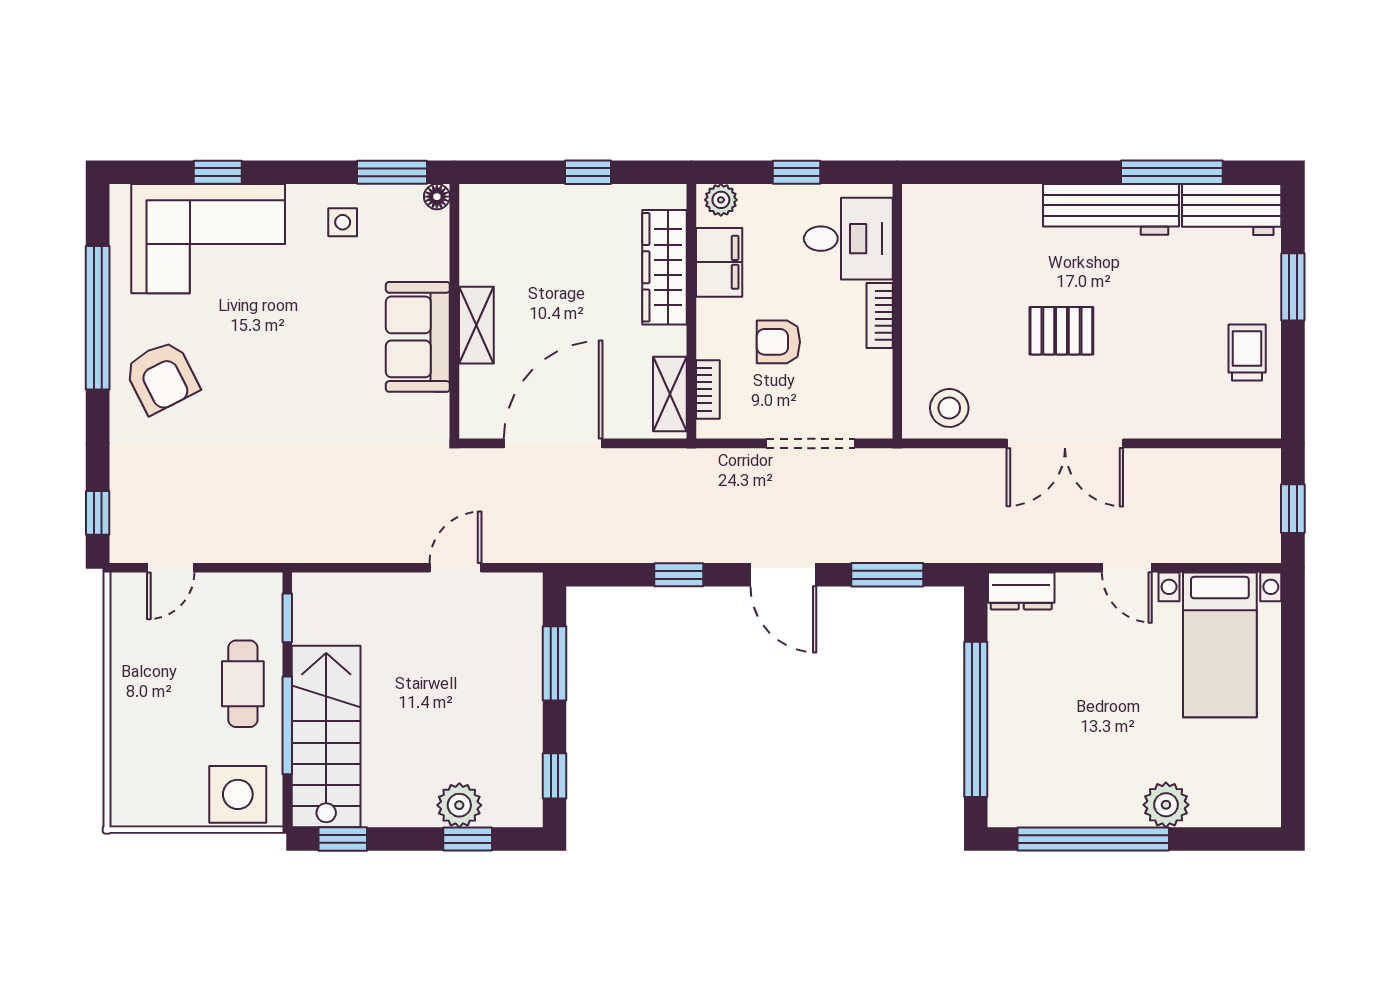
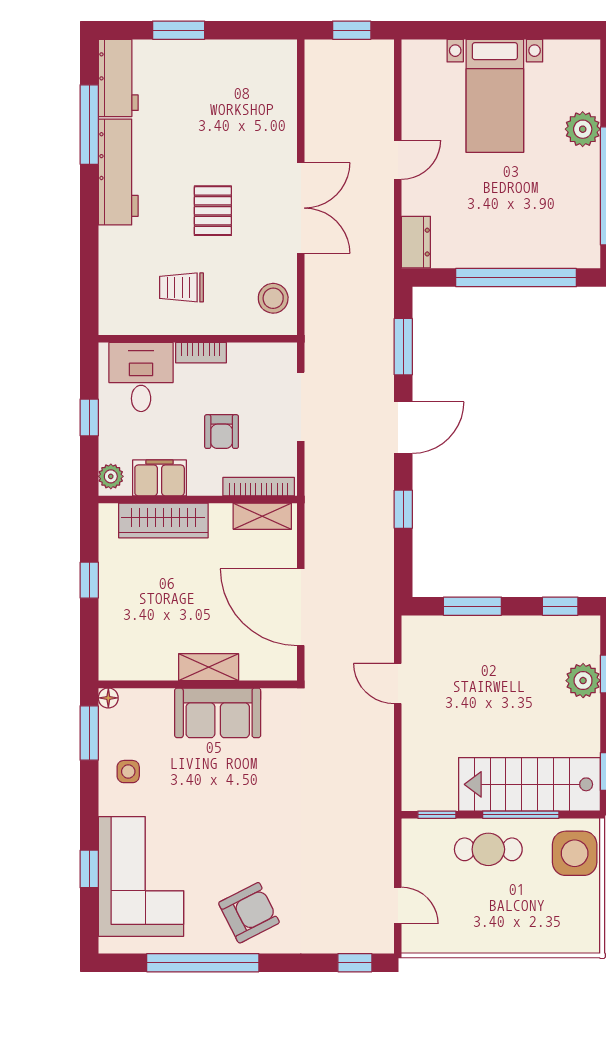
trolley: (1247, 352) -> (181, 287), moved
bookcase: (708, 389) -> (259, 487), width x1.56
bed with nightstands: (1220, 645) -> (495, 96), moved, turned 90

